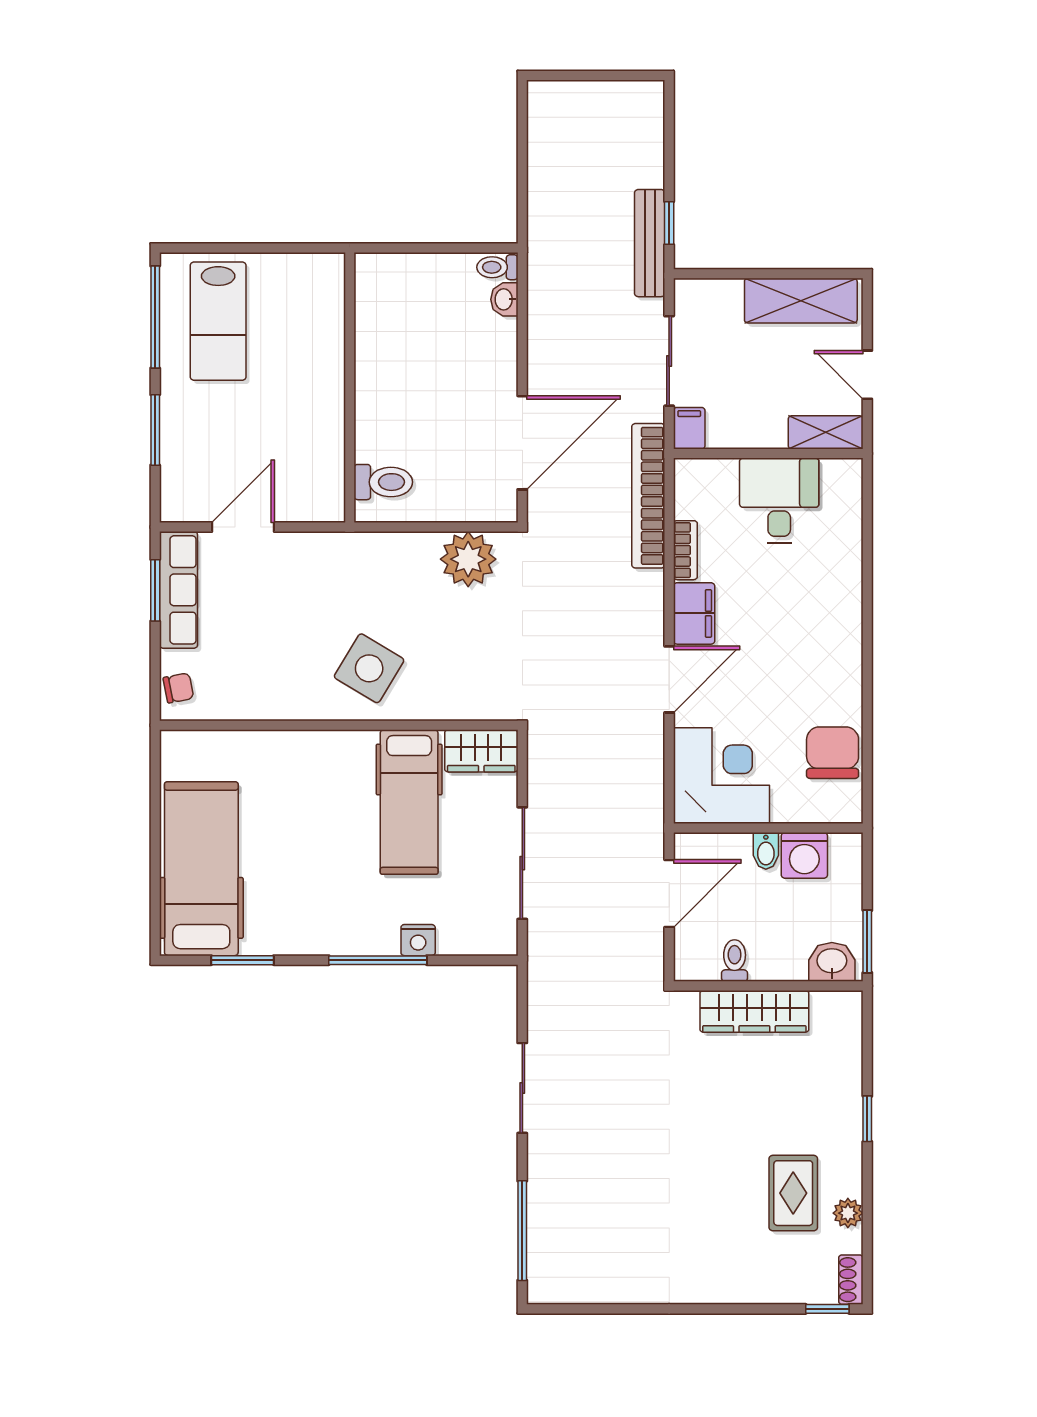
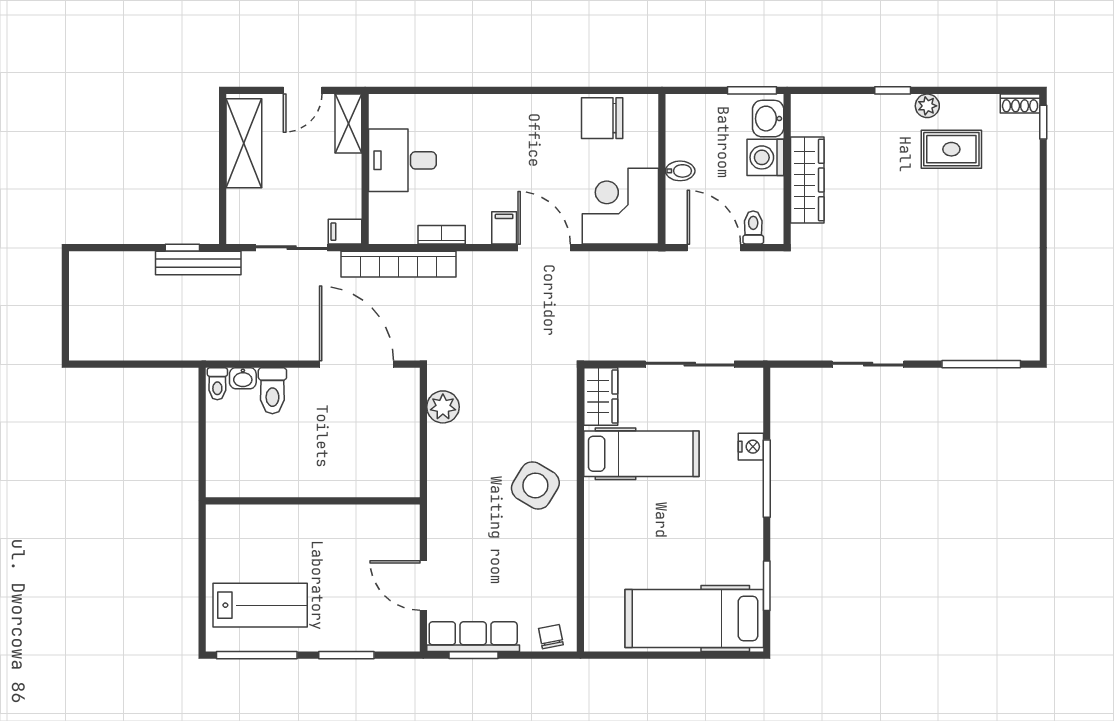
toilet: (383, 482) -> (272, 391), moved, turned 180
plant: (468, 559) -> (443, 407), width x0.73, depth x0.73
filing cabinet: (694, 613) -> (504, 228), width x0.50
washing machine: (804, 855) -> (765, 157), moved, turned 180
toilet: (735, 961) -> (753, 228), moved, turned 90
plant: (848, 1213) -> (927, 106), moved

